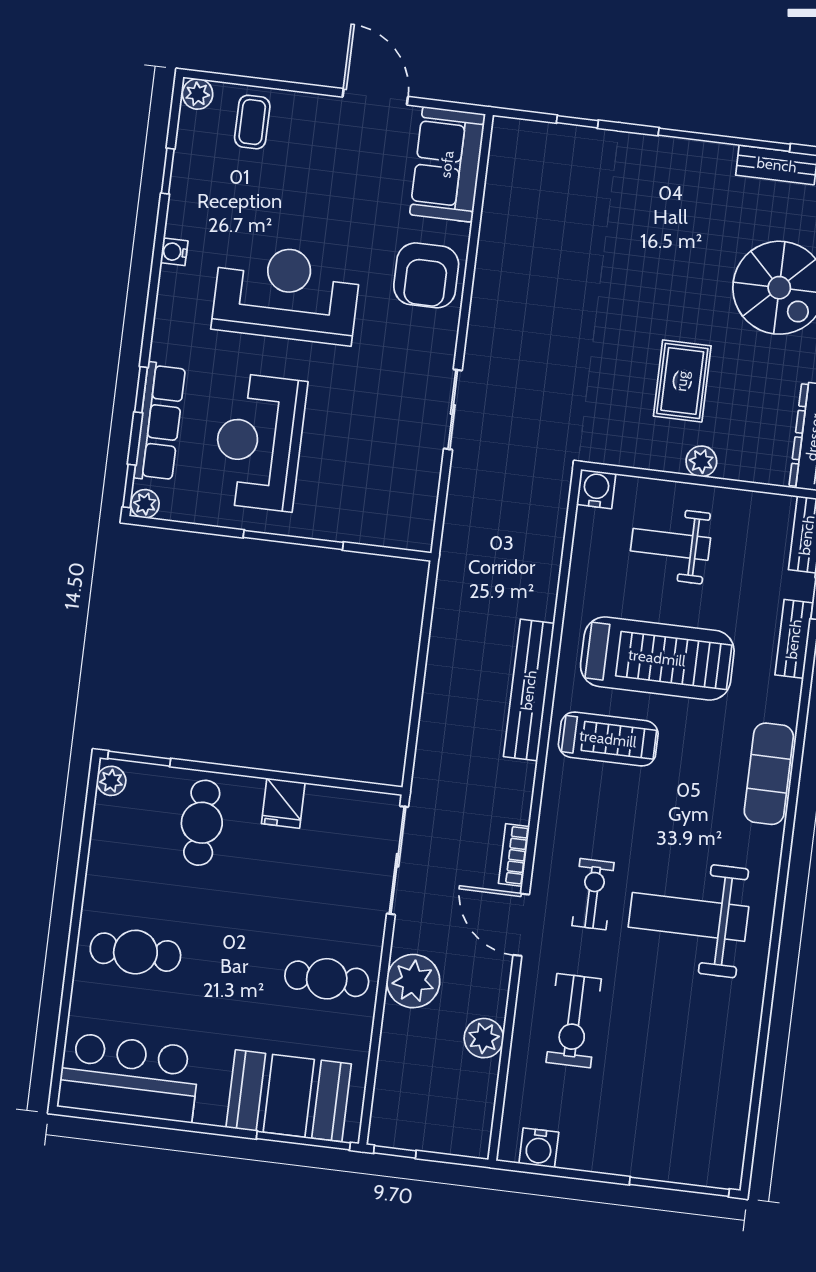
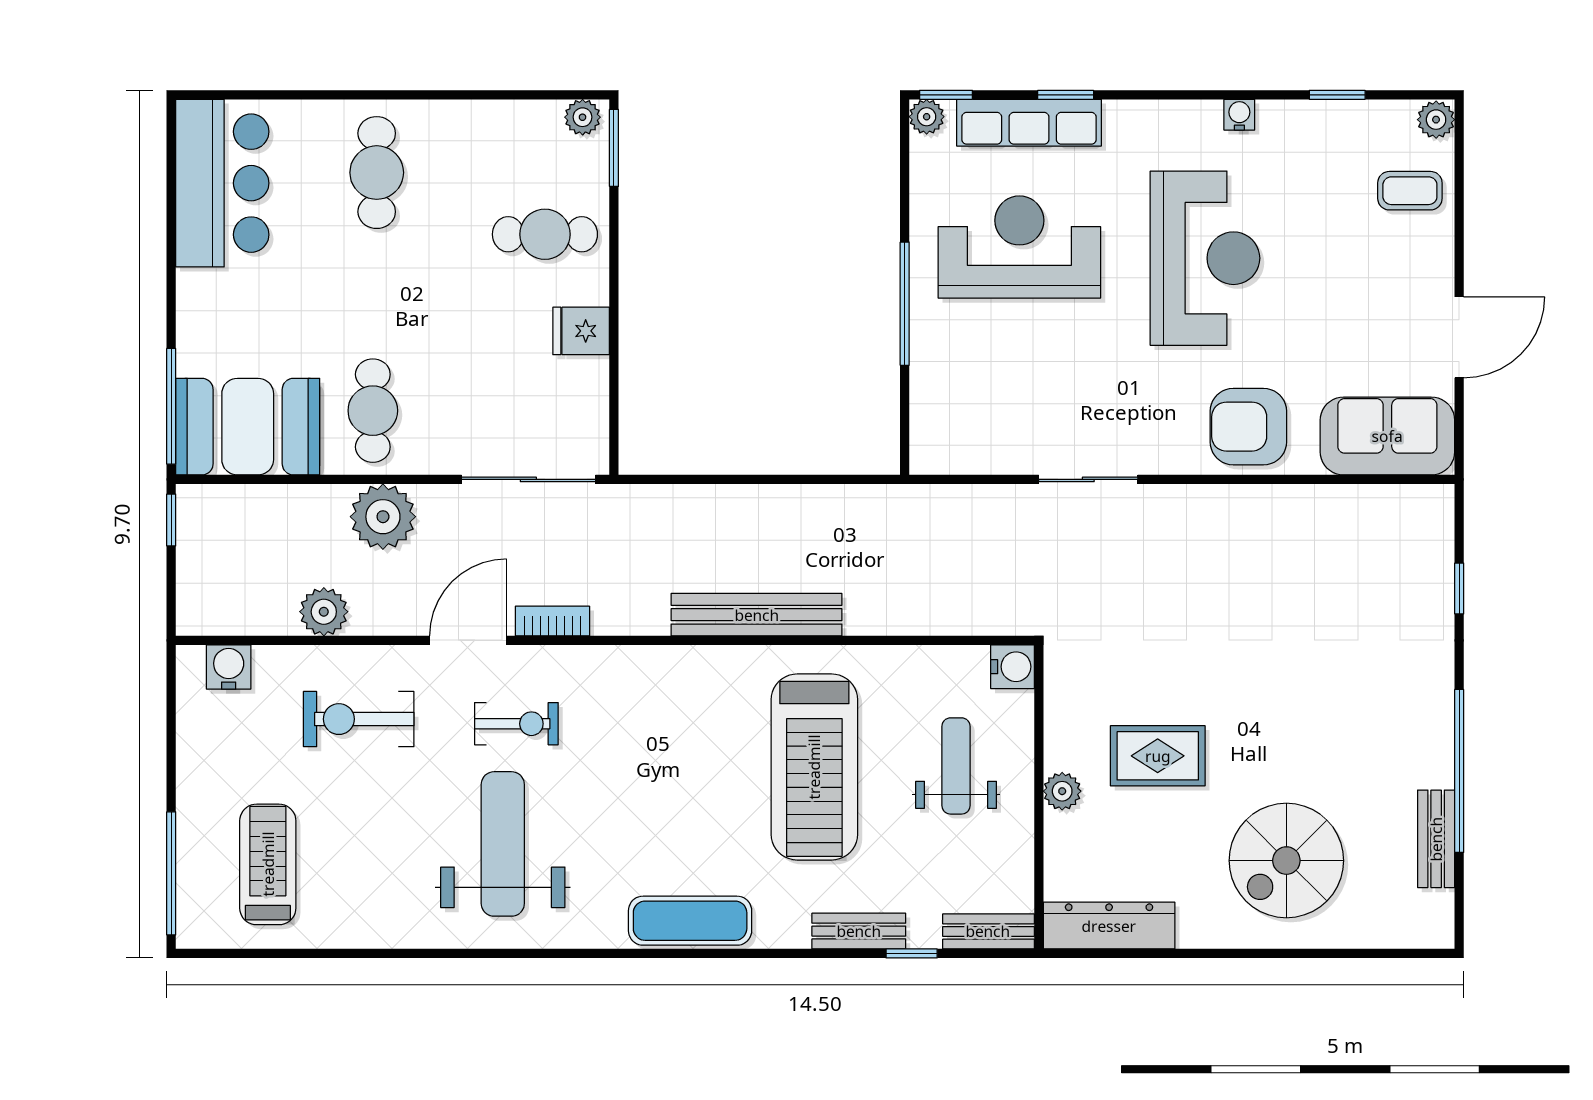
treadmill: (608, 739) -> (268, 864), moved, turned 180
booth: (289, 1096) -> (248, 427), moved, turned 90
water cooler: (539, 1148) -> (229, 667), moved, turned 90

